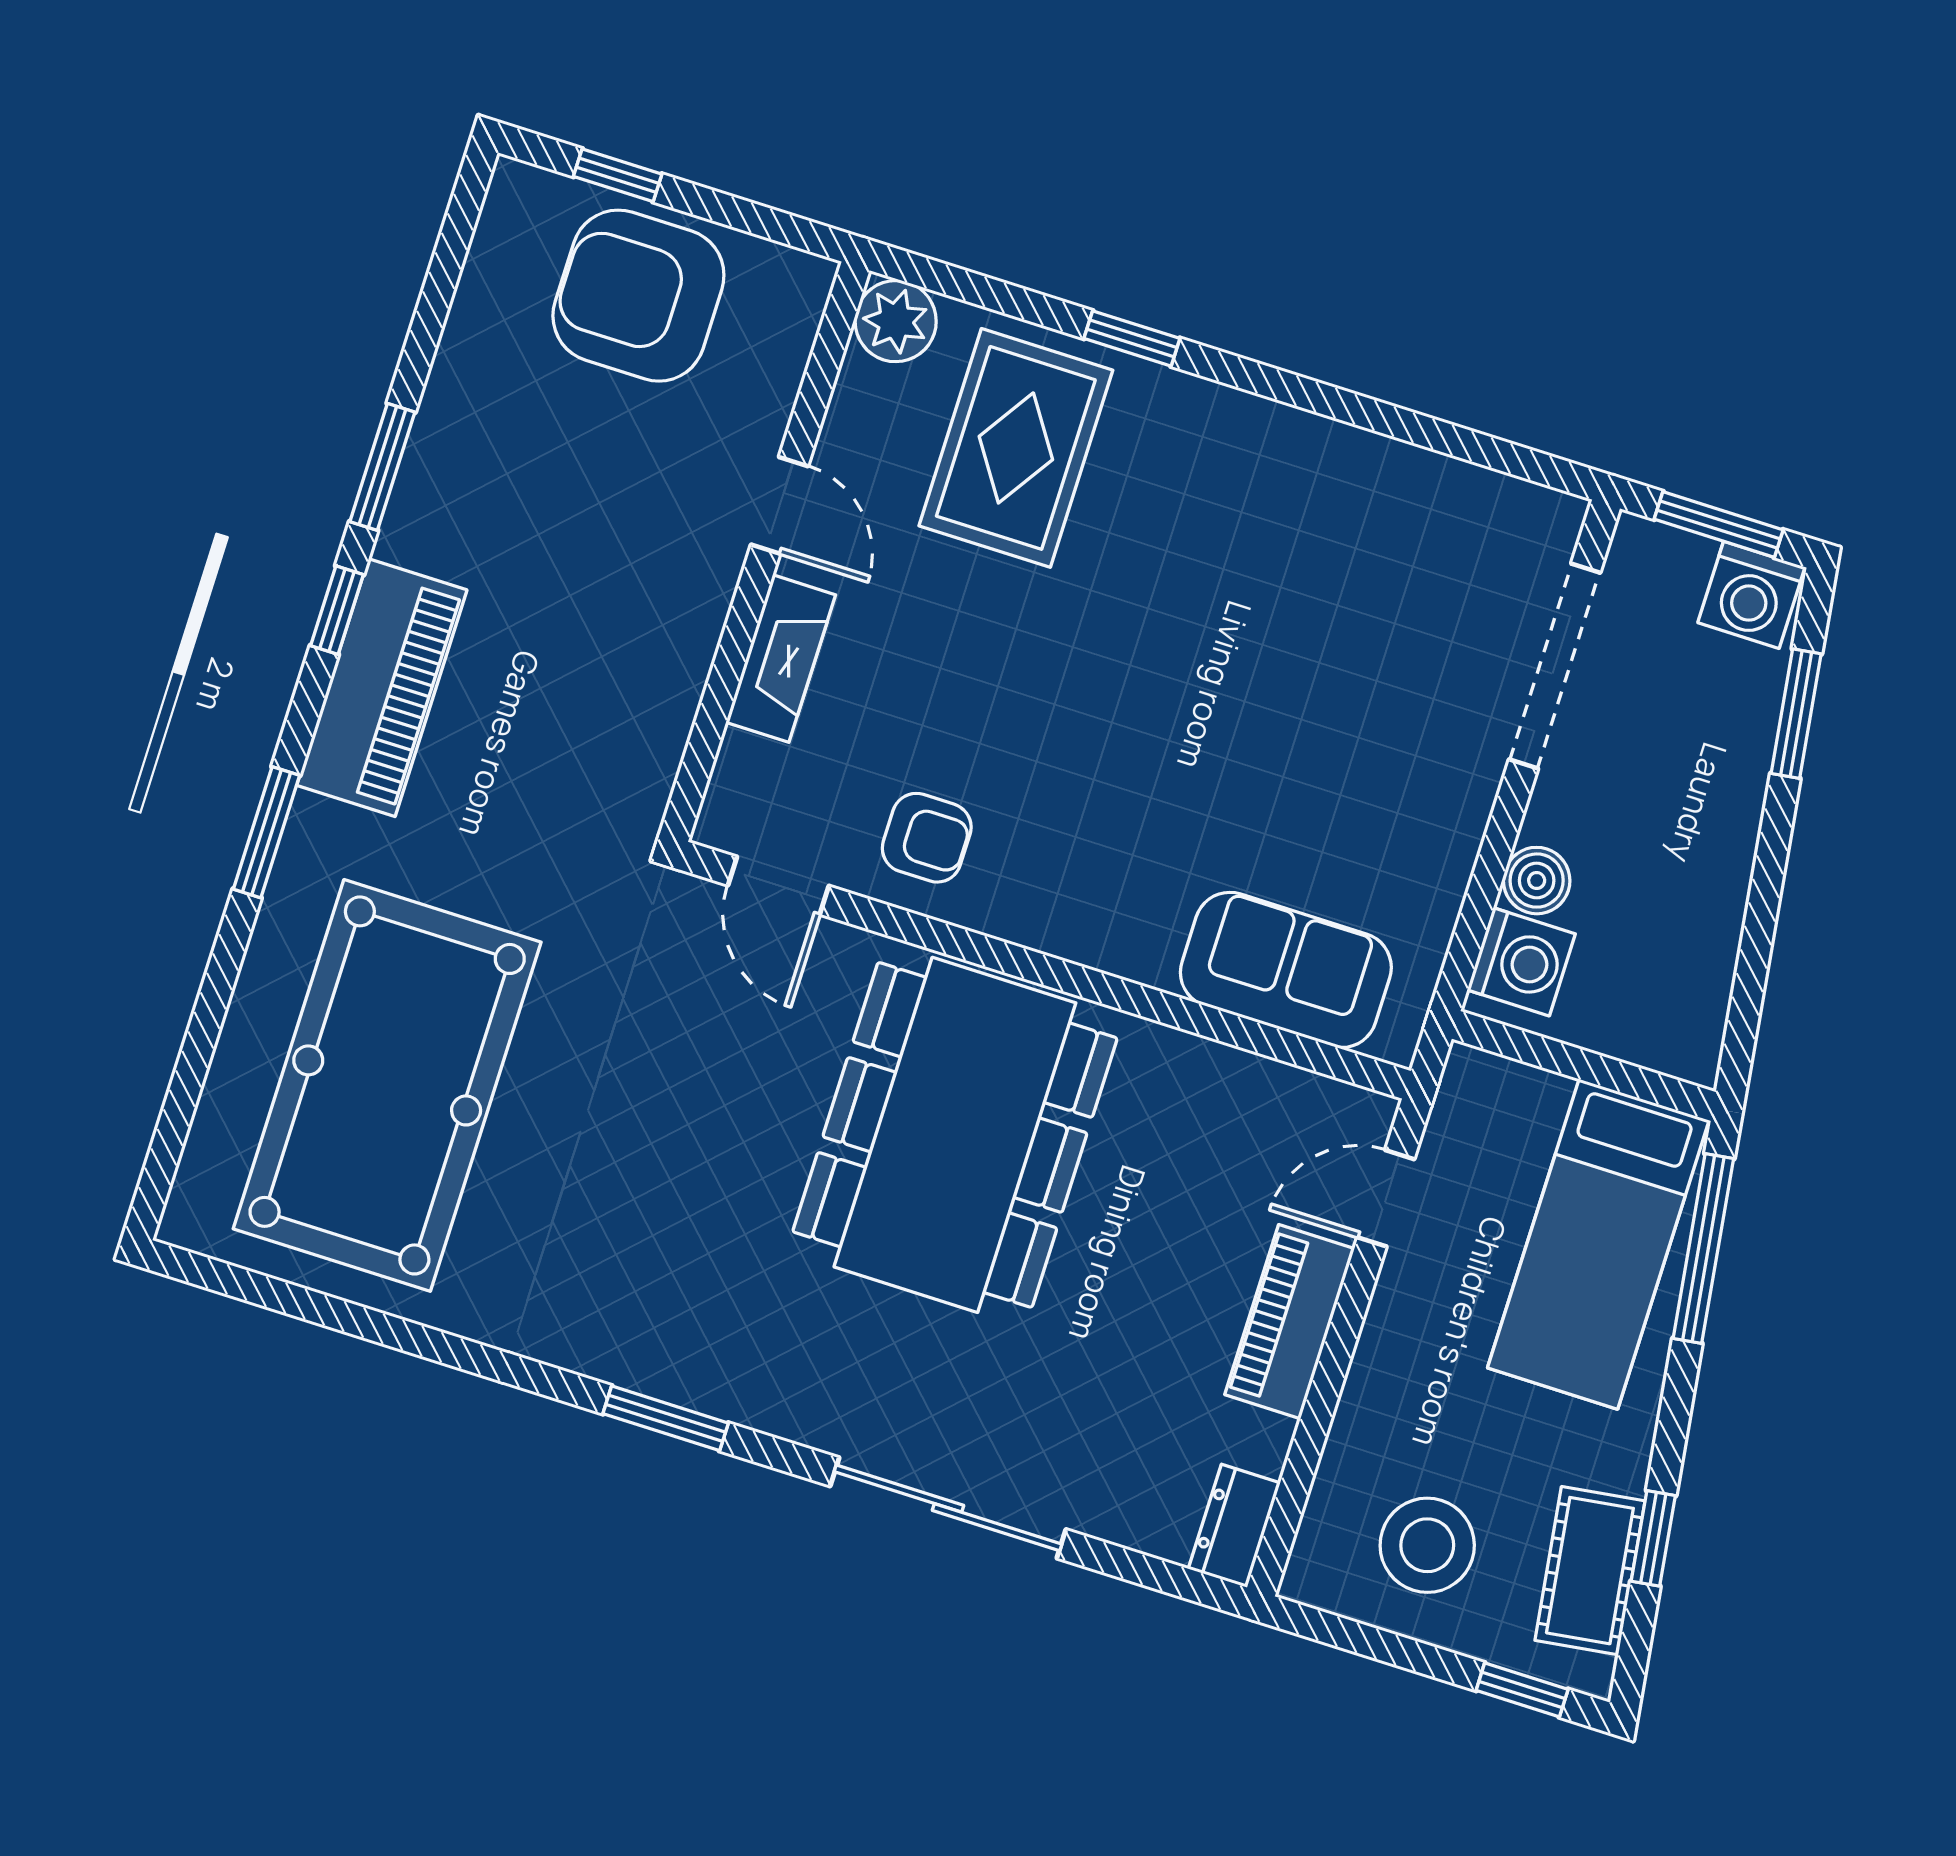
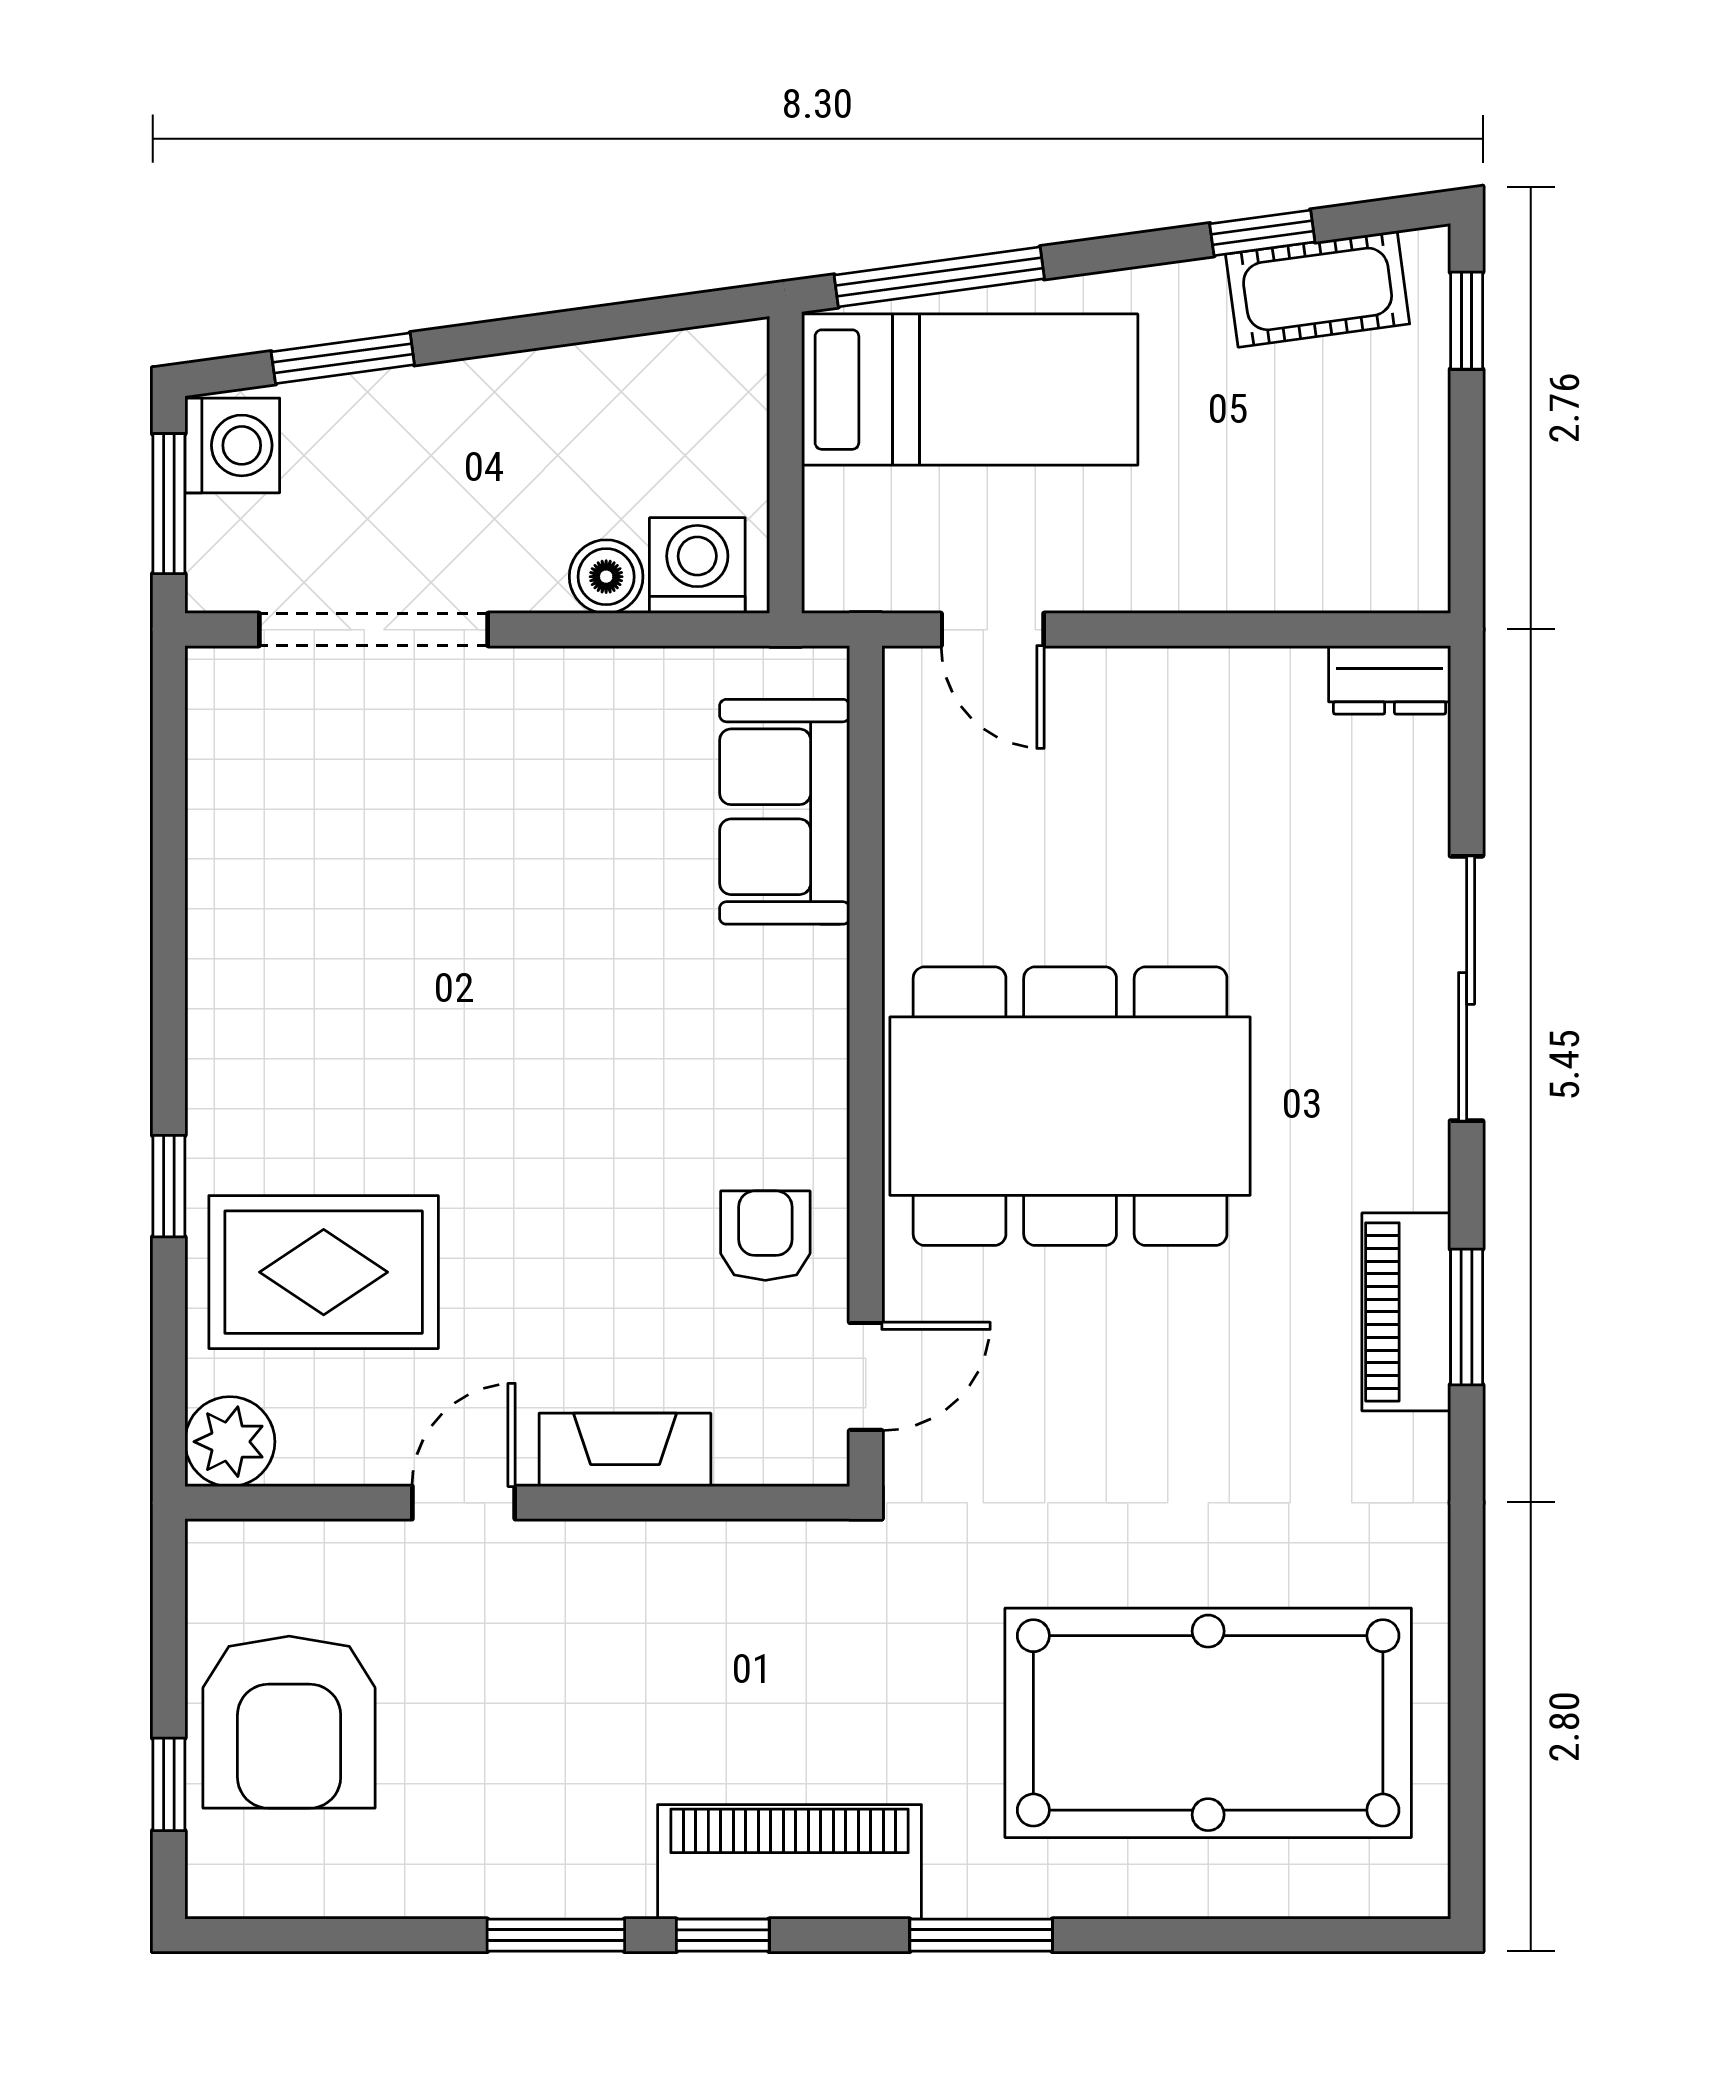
piano: (1290, 1322) -> (1406, 1312), moved, turned 90
stool: (1427, 1545) -> (1345, 469), removed

